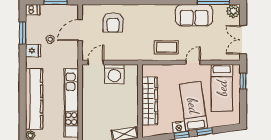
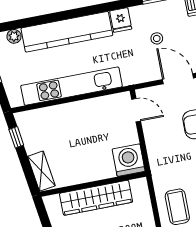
fridge: (33, 51) -> (121, 20), moved
washing machine: (114, 74) -> (129, 160), moved, turned 90

